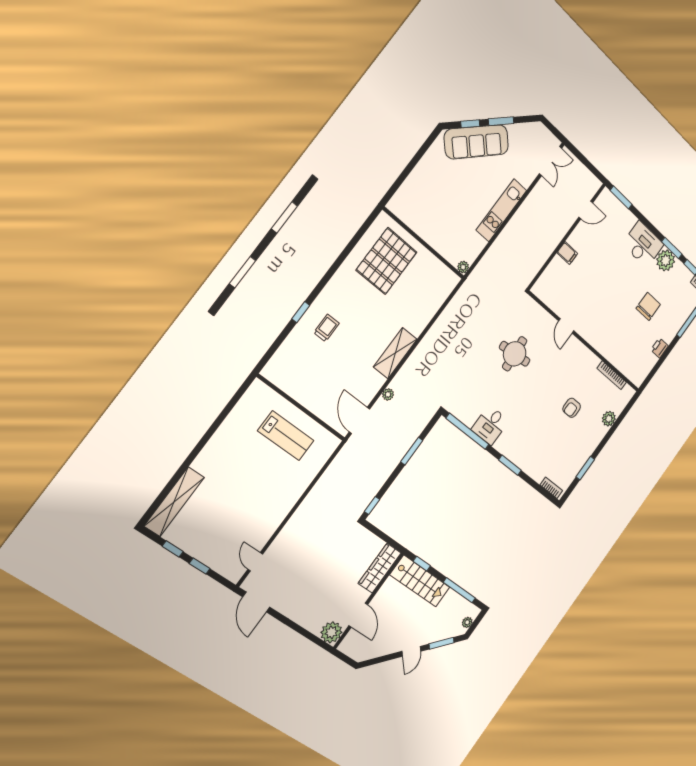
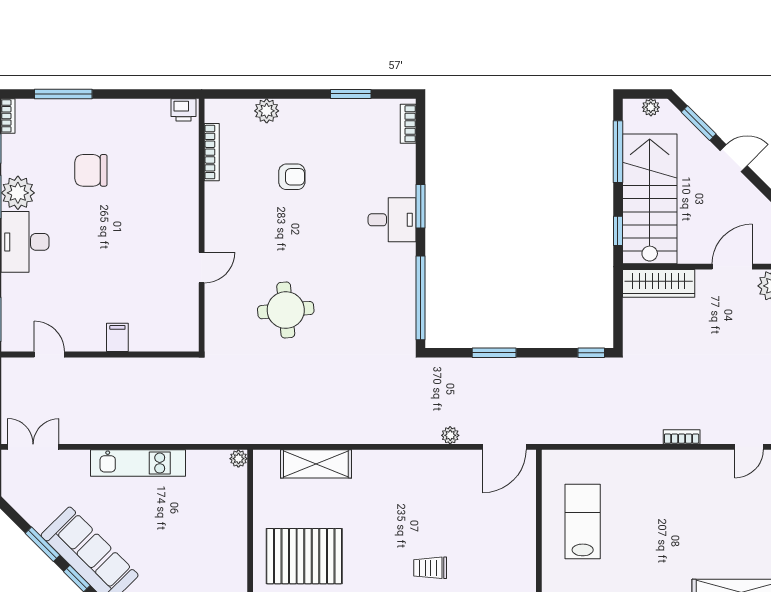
printer: (660, 348) -> (183, 110), moved
shelving: (395, 353) -> (316, 464), moved
desk: (490, 425) -> (392, 220), moved
bookcase: (290, 526) -> (682, 437), added
stairs: (420, 581) -> (650, 199), width x1.36, depth x1.51

